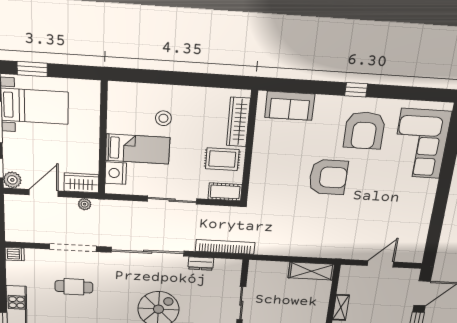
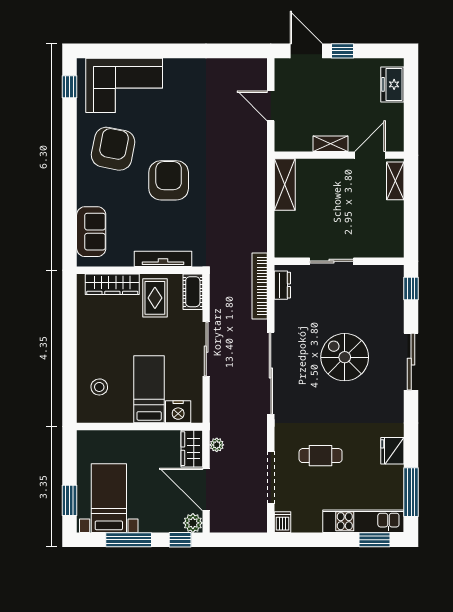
window: (356, 90) -> (70, 87), moved
stool: (163, 118) -> (99, 387), moved
armchair: (364, 130) -> (113, 149), turned -79
tv unit: (257, 168) -> (163, 259), added
door: (44, 193) -> (206, 489), width x1.36
doorway: (73, 248) -> (271, 477), moved
dresser: (201, 264) -> (282, 285), moved
cafe table: (74, 287) -> (321, 456), turned 90

